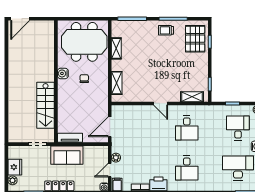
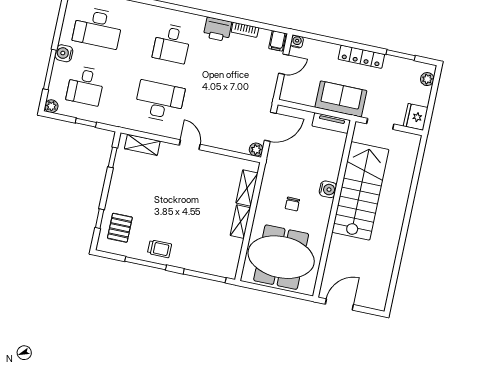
door: (20, 19) -> (339, 304), moved
pallet: (195, 39) -> (120, 228), width x0.67, depth x0.71
shelving: (116, 48) -> (240, 222), moved
water cooler: (63, 73) -> (328, 189), moved
stairs: (46, 105) -> (360, 191), width x1.36, depth x1.51
desk: (187, 128) -> (159, 101), width x1.37
plant: (116, 158) -> (256, 150), moved
fridge: (15, 167) -> (416, 117), moved
desk: (187, 168) -> (172, 43), turned 180

